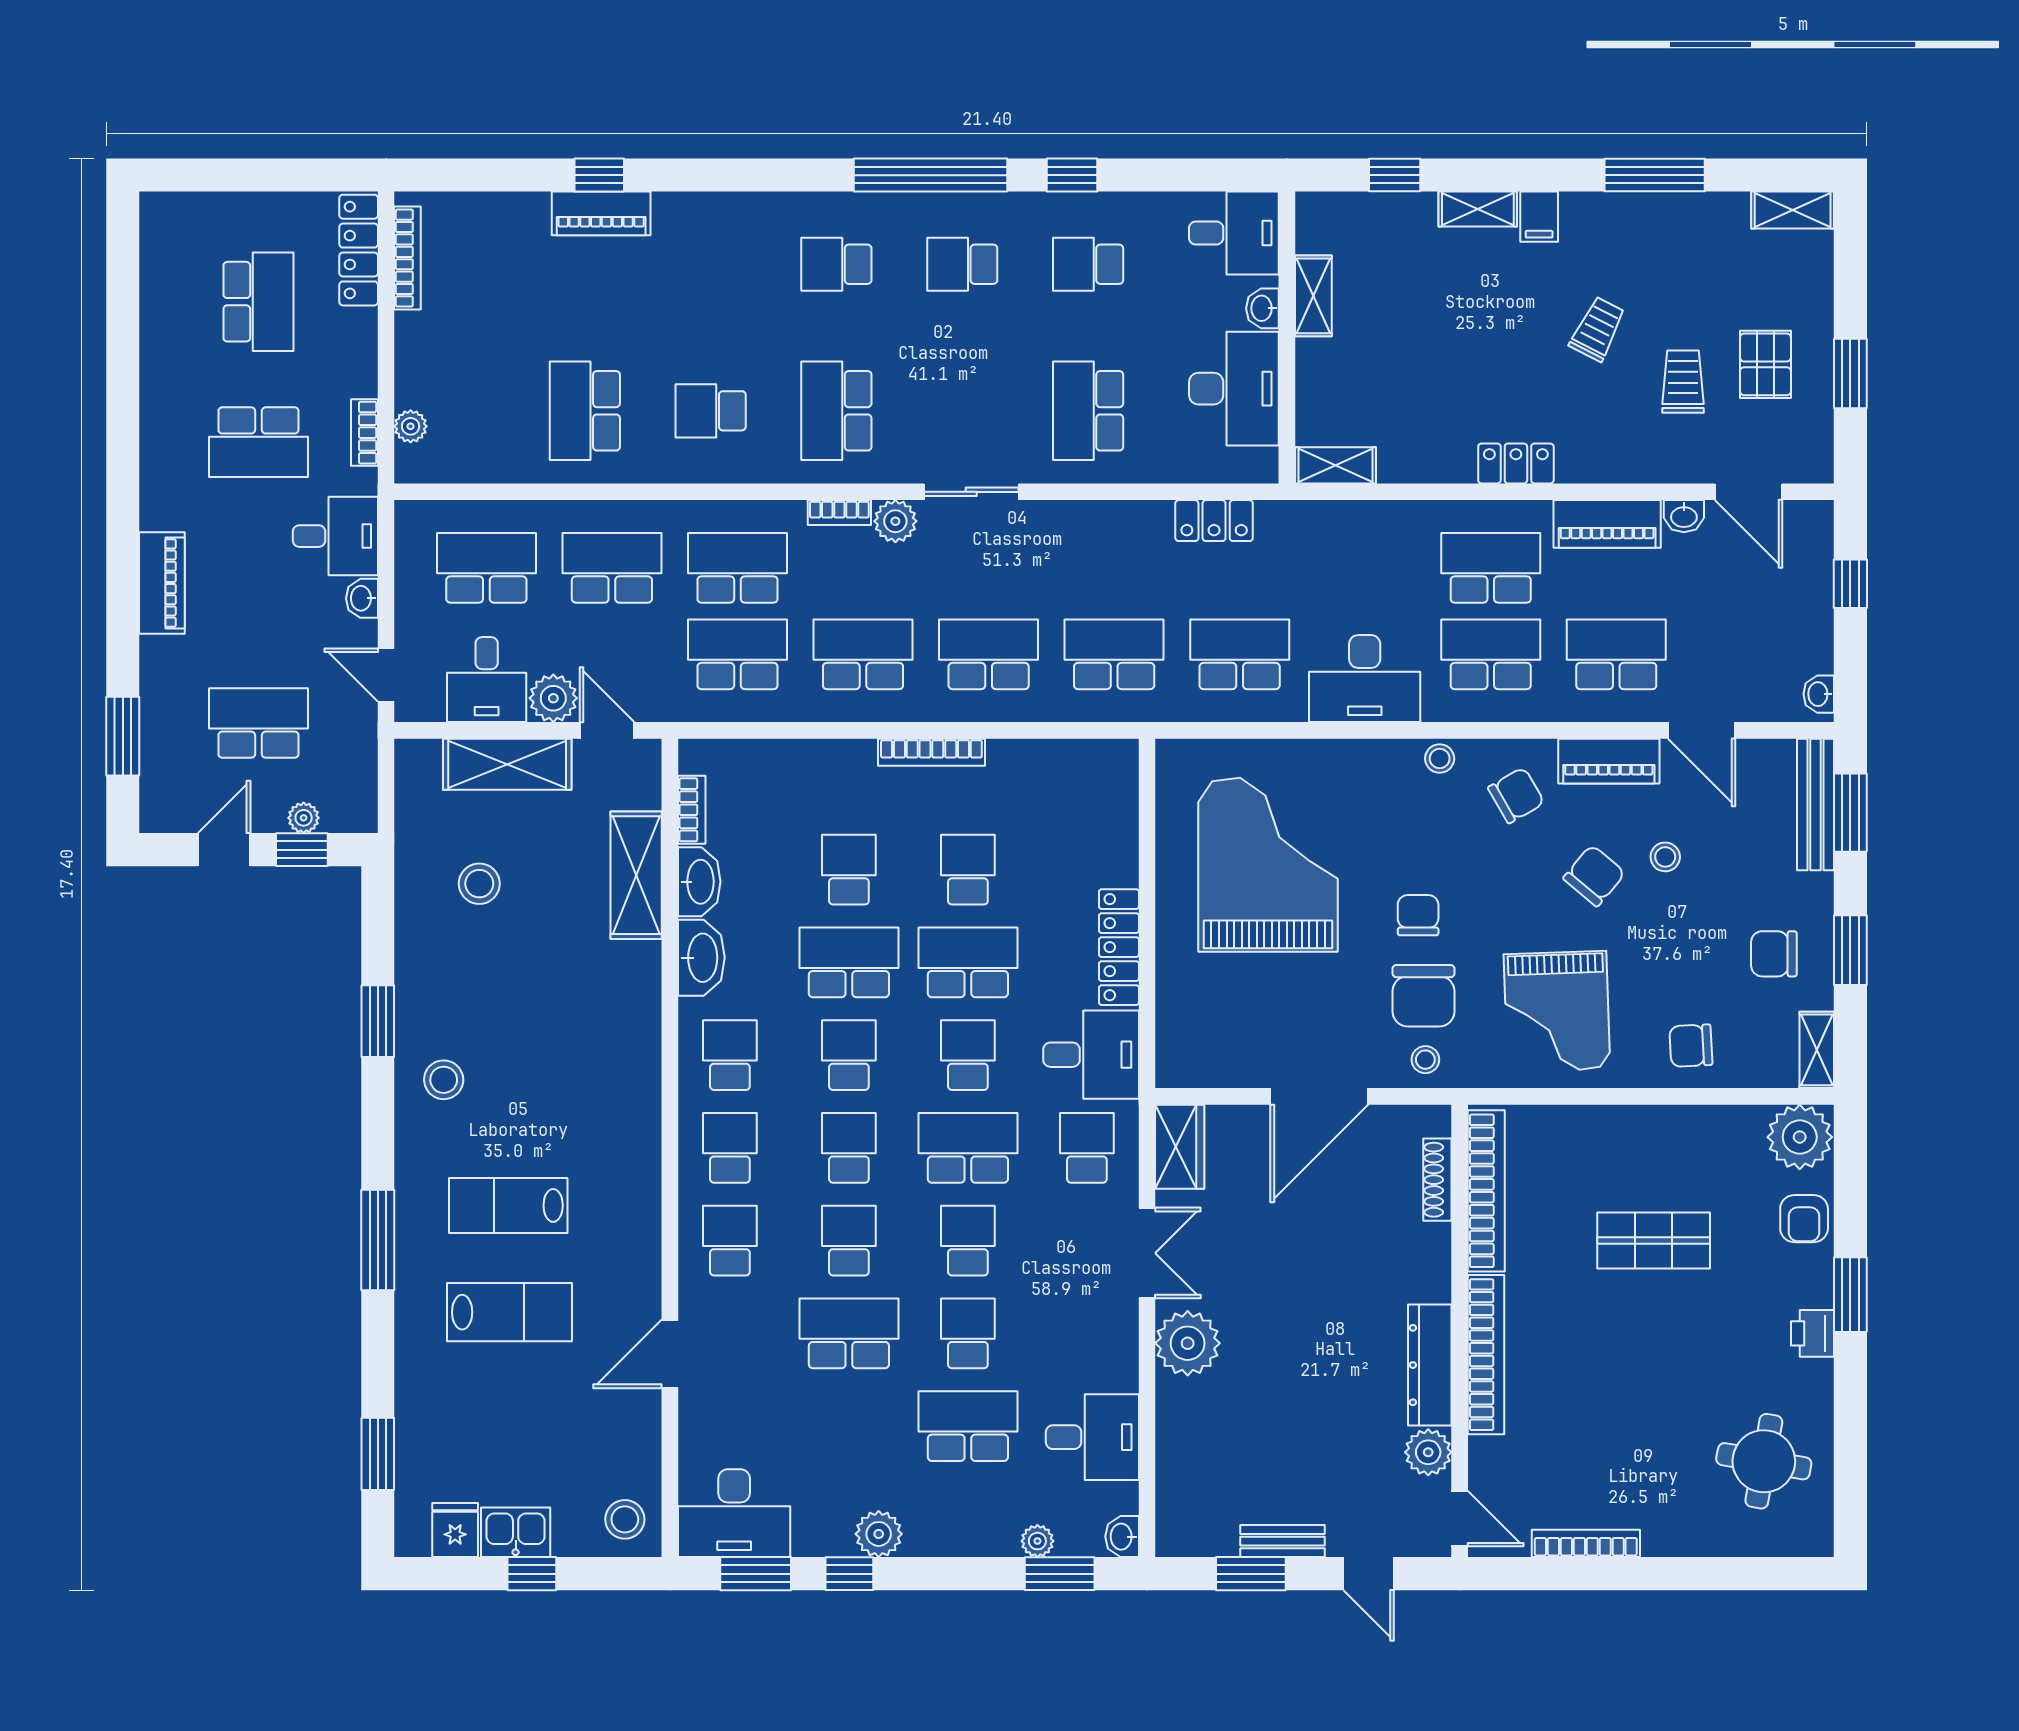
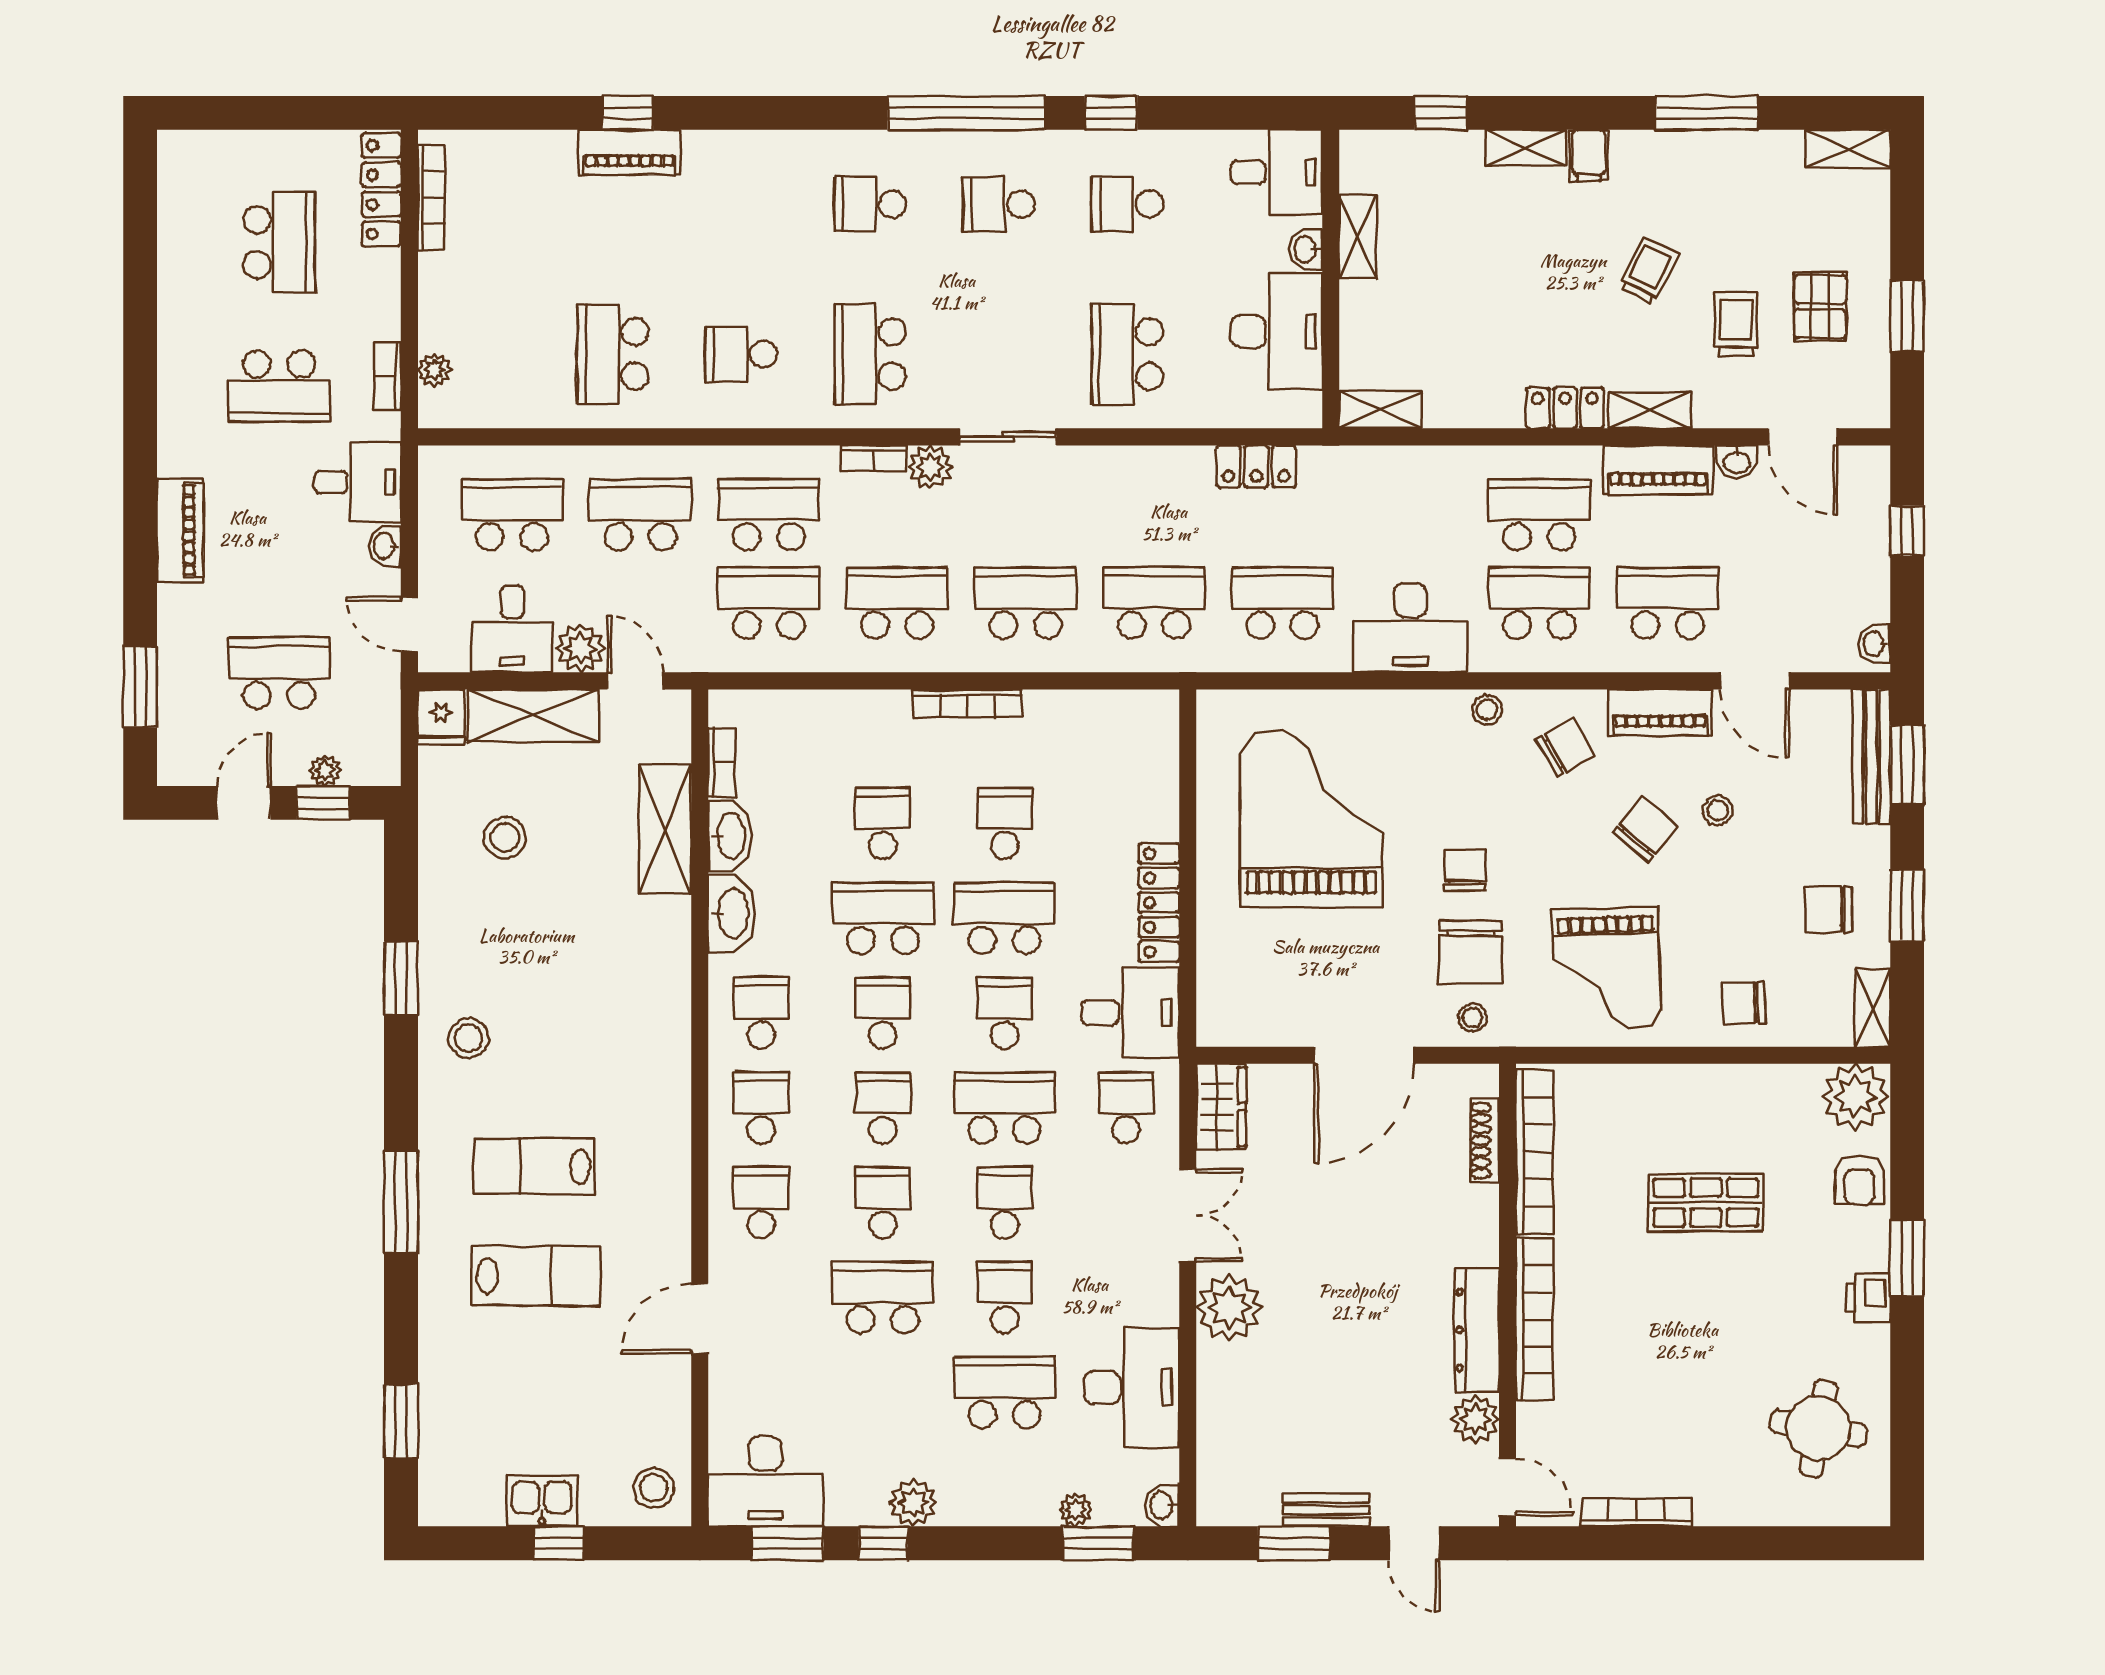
shelving: (1599, 466) -> (1650, 410), added
desk: (1092, 1437) -> (1132, 1387), width x1.37
fridge: (455, 1530) -> (441, 717), moved, turned 180

